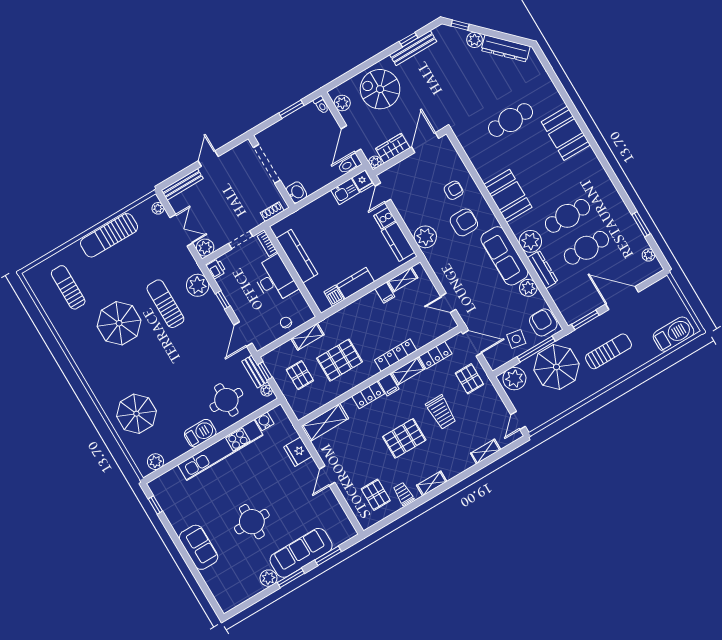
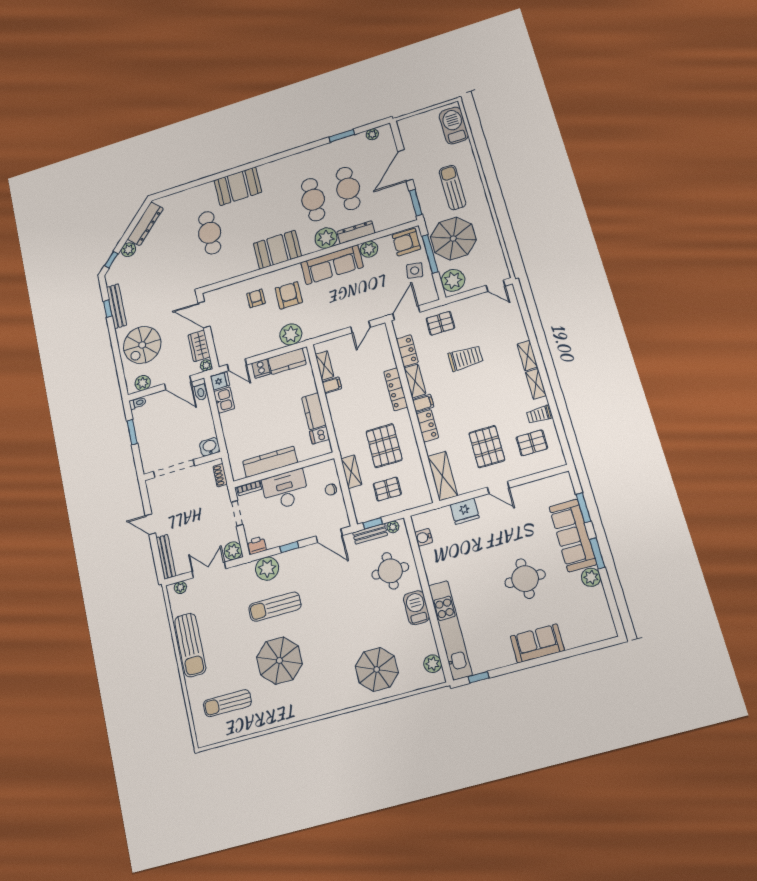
pallet: (404, 438) -> (487, 447), moved
kitchen unit: (220, 450) -> (450, 630), moved
shelving: (486, 451) -> (527, 356), moved

